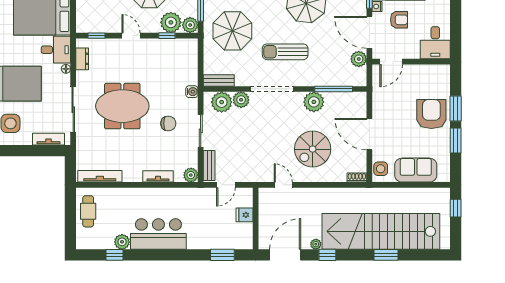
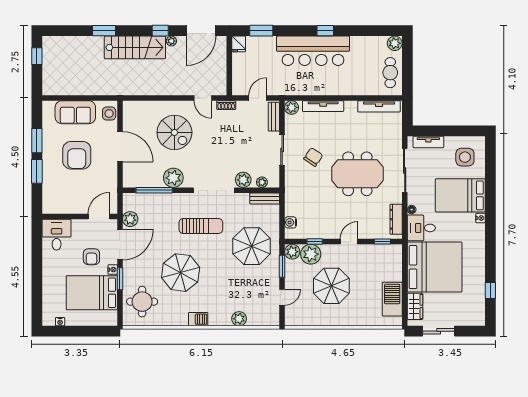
armchair: (399, 20) -> (91, 257), turned -90
door: (369, 32) -> (120, 245), hinge flipped
door: (131, 36) -> (349, 242), swing flipped
dresser: (82, 59) -> (396, 219), width x1.44
water cooler: (192, 92) -> (291, 222), moved
plant: (222, 102) -> (262, 182), width x0.53, depth x0.53
armchair: (431, 114) -> (77, 155), moved
chair: (168, 123) -> (313, 157), turned 124
spiral stairs: (313, 149) -> (174, 132), turned 90
tv unit: (158, 176) -> (323, 106), width x1.41
shoe rack: (357, 178) -> (226, 105), moved
window: (456, 208) -> (37, 56), moved
fridge: (245, 215) -> (239, 44), moved, turned 90
stairs: (381, 231) -> (135, 47), width x0.54, depth x0.66
bar counter: (158, 234) -> (313, 51), width x1.36
plant: (122, 242) -> (395, 43), moved
window: (115, 255) -> (325, 31), moved

